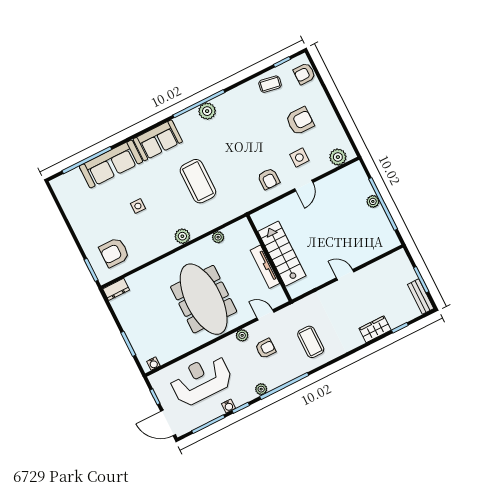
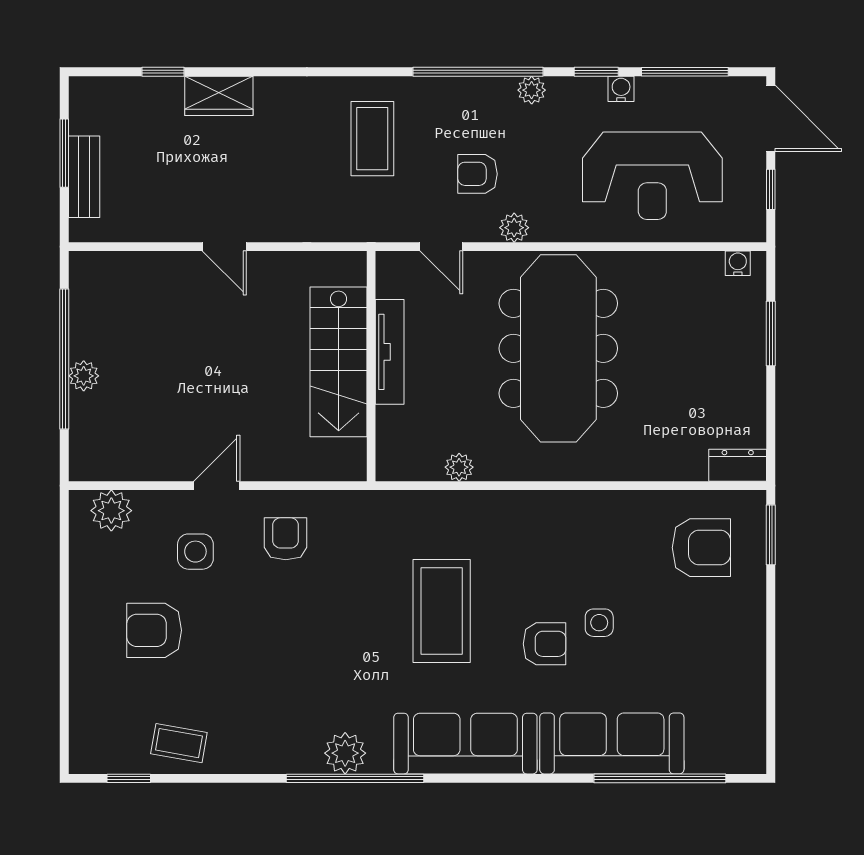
armchair: (304, 74) -> (545, 644), moved
sofa: (158, 140) -> (465, 744), width x1.36
plant: (182, 236) -> (536, 508), removed
bench: (421, 297) -> (84, 177), moved

